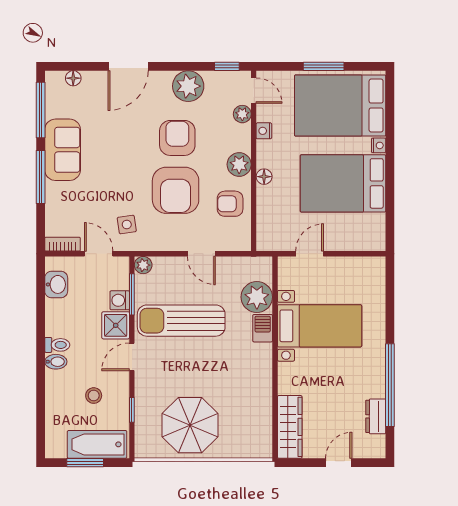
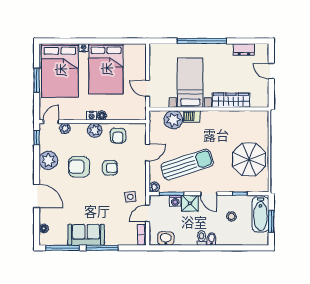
nightstand: (264, 131) -> (91, 116), moved
armchair: (176, 190) -> (110, 168), width x0.53, depth x0.53
sun lounger: (181, 321) -> (187, 165), turned -108
window: (390, 385) -> (202, 41), moved
wardrobe: (290, 427) -> (231, 100), moved

